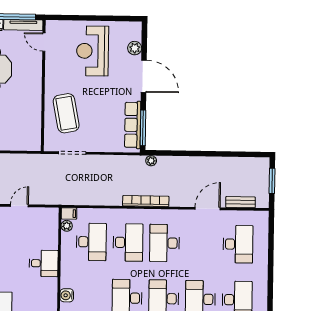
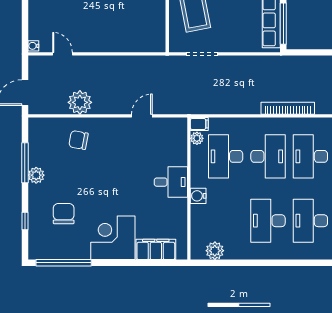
plant: (151, 161) -> (293, 62), removed
desk: (91, 242) -> (226, 156), turned 180
water cooler: (67, 295) -> (198, 196), moved

